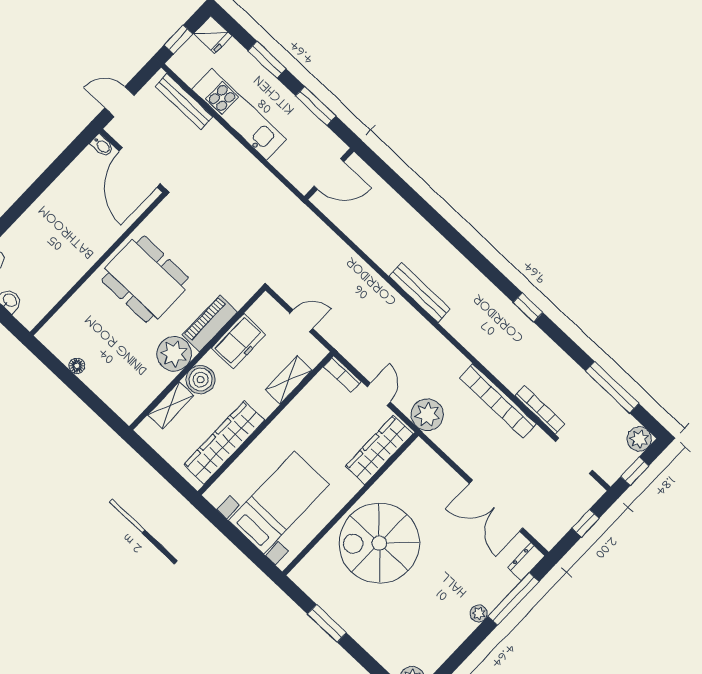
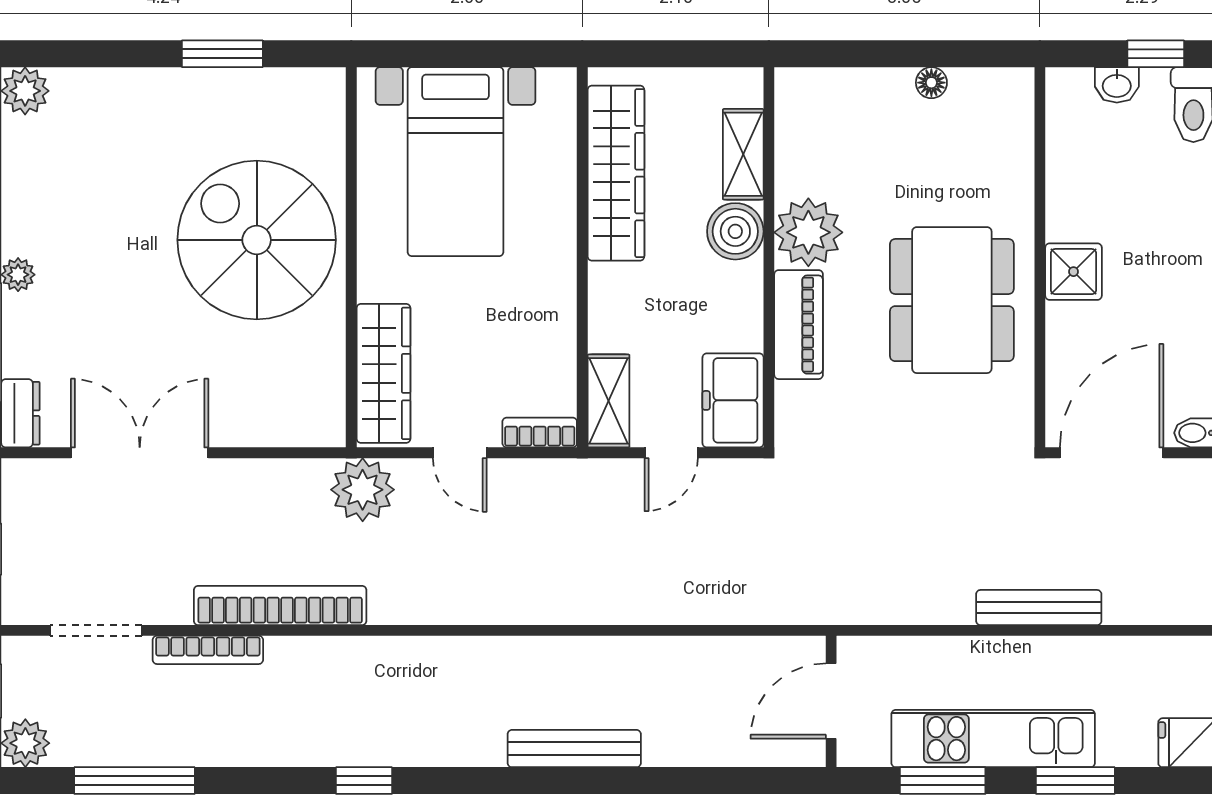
bench: (184, 102) -> (1039, 608), moved
kitchen unit: (239, 114) -> (993, 739), moved, turned 180
door: (140, 167) -> (1112, 453), hinge flipped
shower: (91, 247) -> (1073, 272), added
dining table: (145, 279) -> (952, 300), turned 90
bench: (420, 293) -> (574, 749), moved
freezer: (239, 341) -> (733, 400), moved
shelving: (289, 380) -> (609, 401), moved
spiral stairs: (379, 543) -> (257, 240), turned -90

